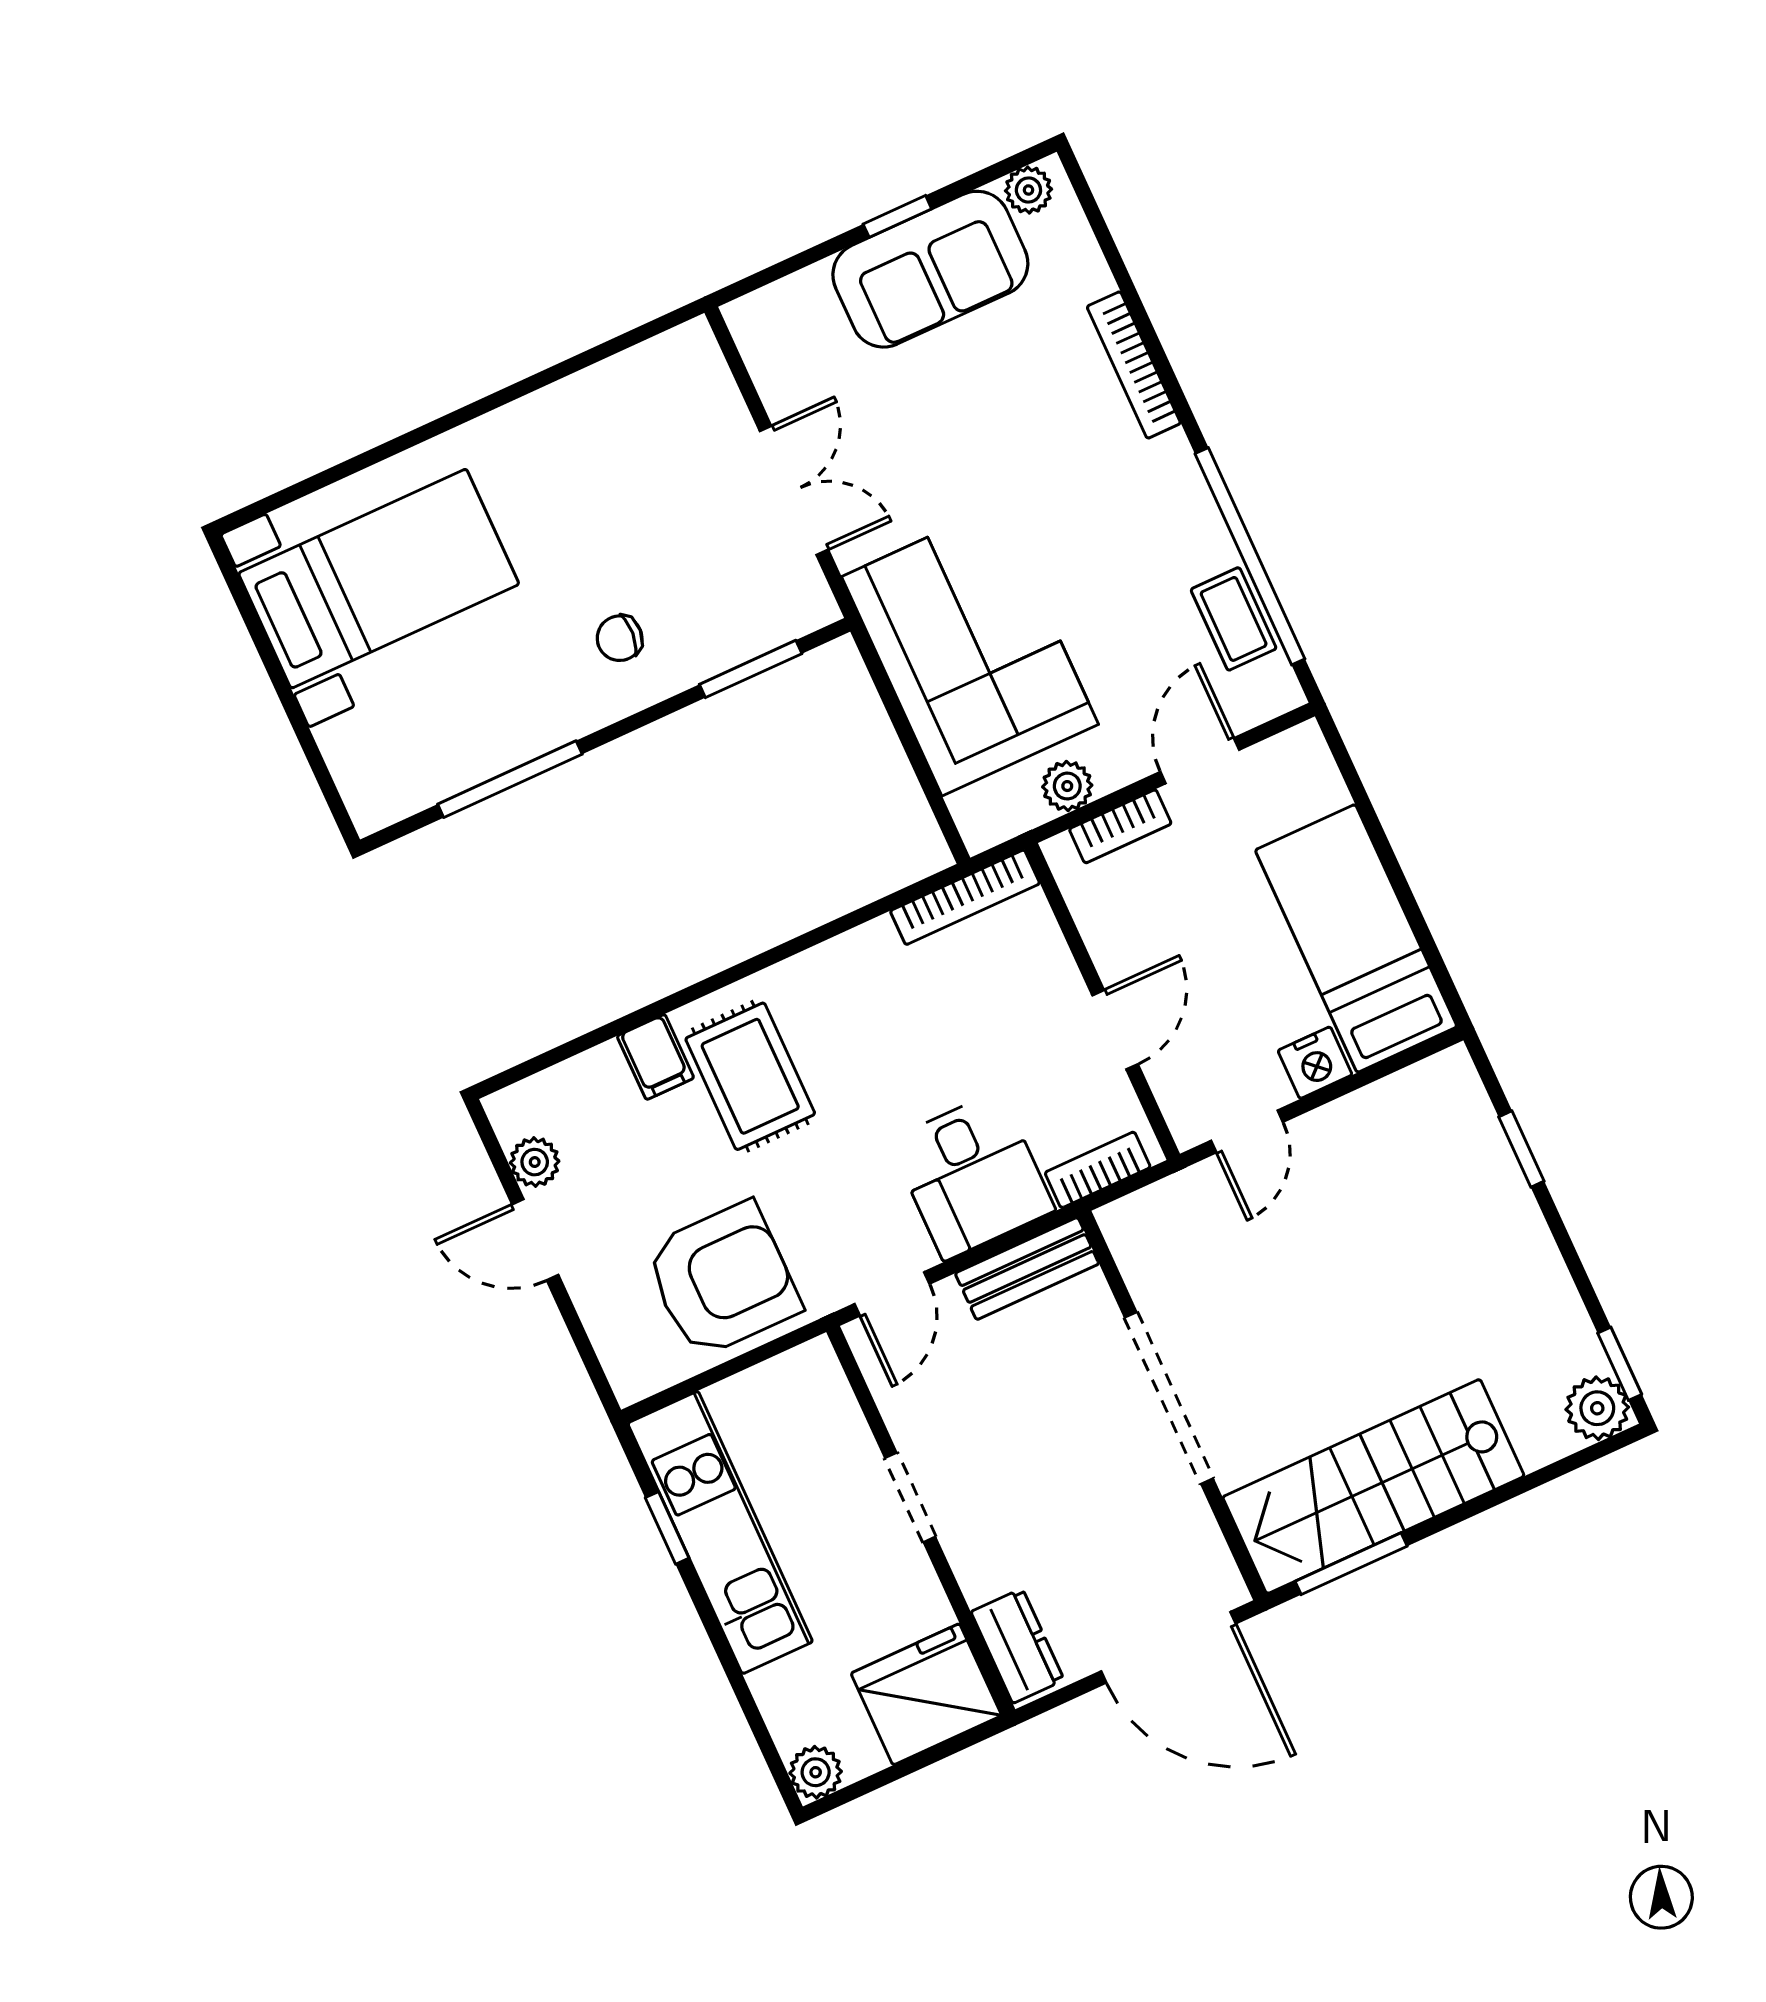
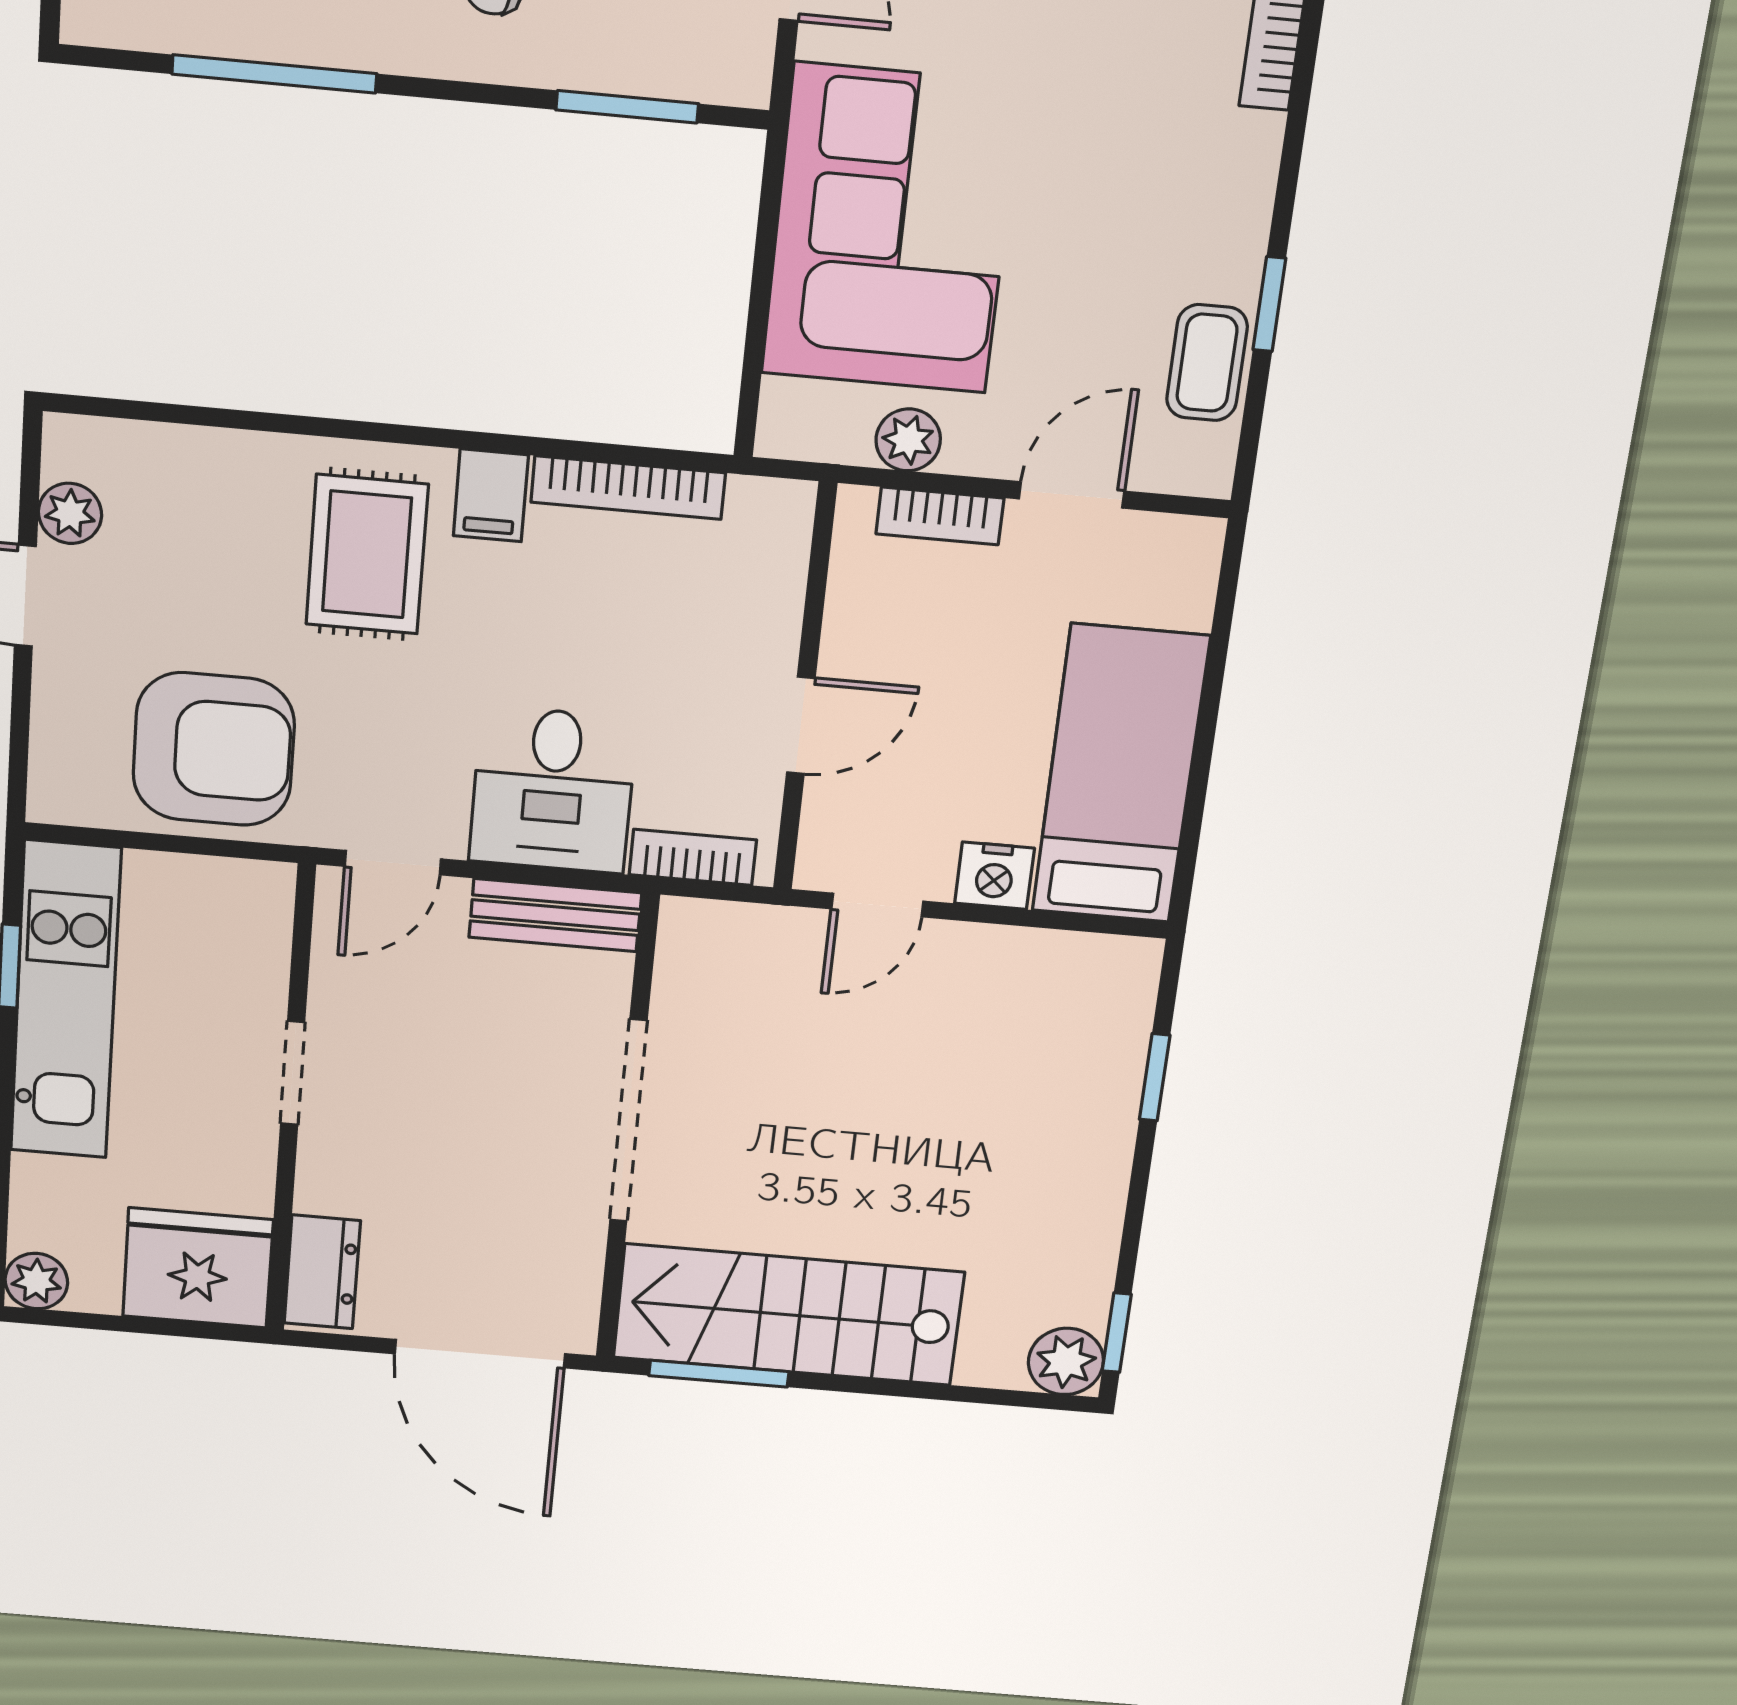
window: (1250, 556) -> (1269, 304), width x0.32
bookcase: (965, 897) -> (628, 488), moved
filing cabinet: (655, 1057) -> (491, 495), moved

